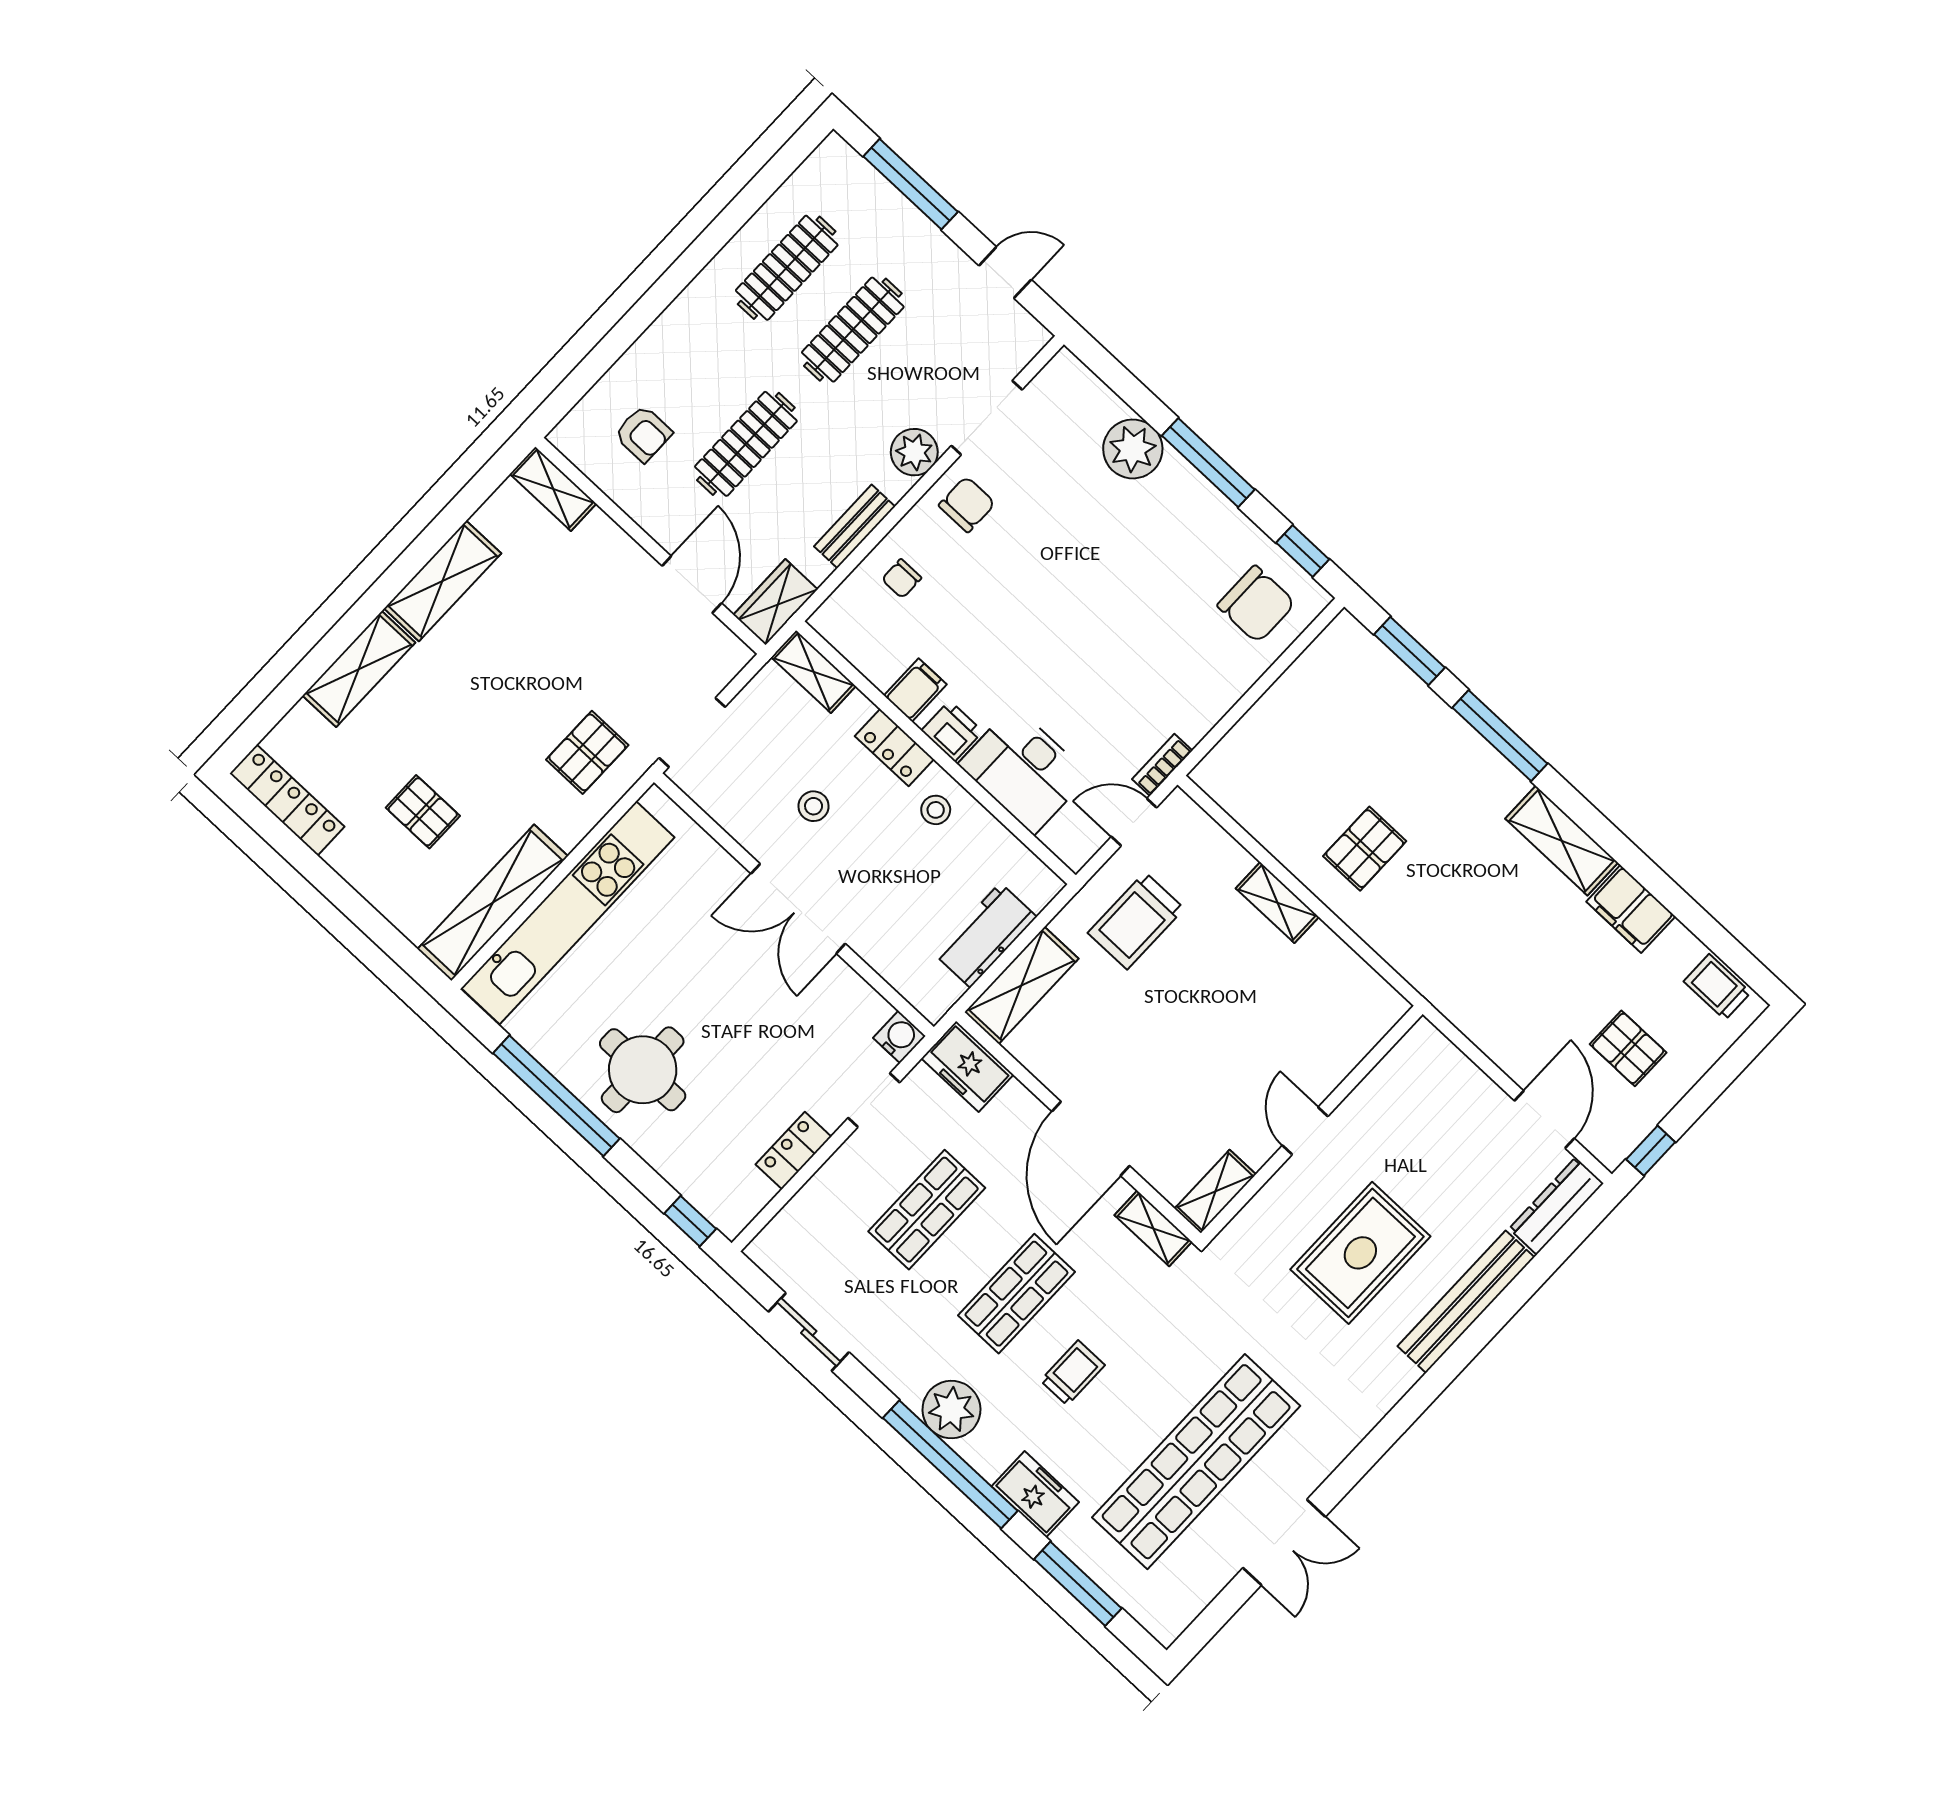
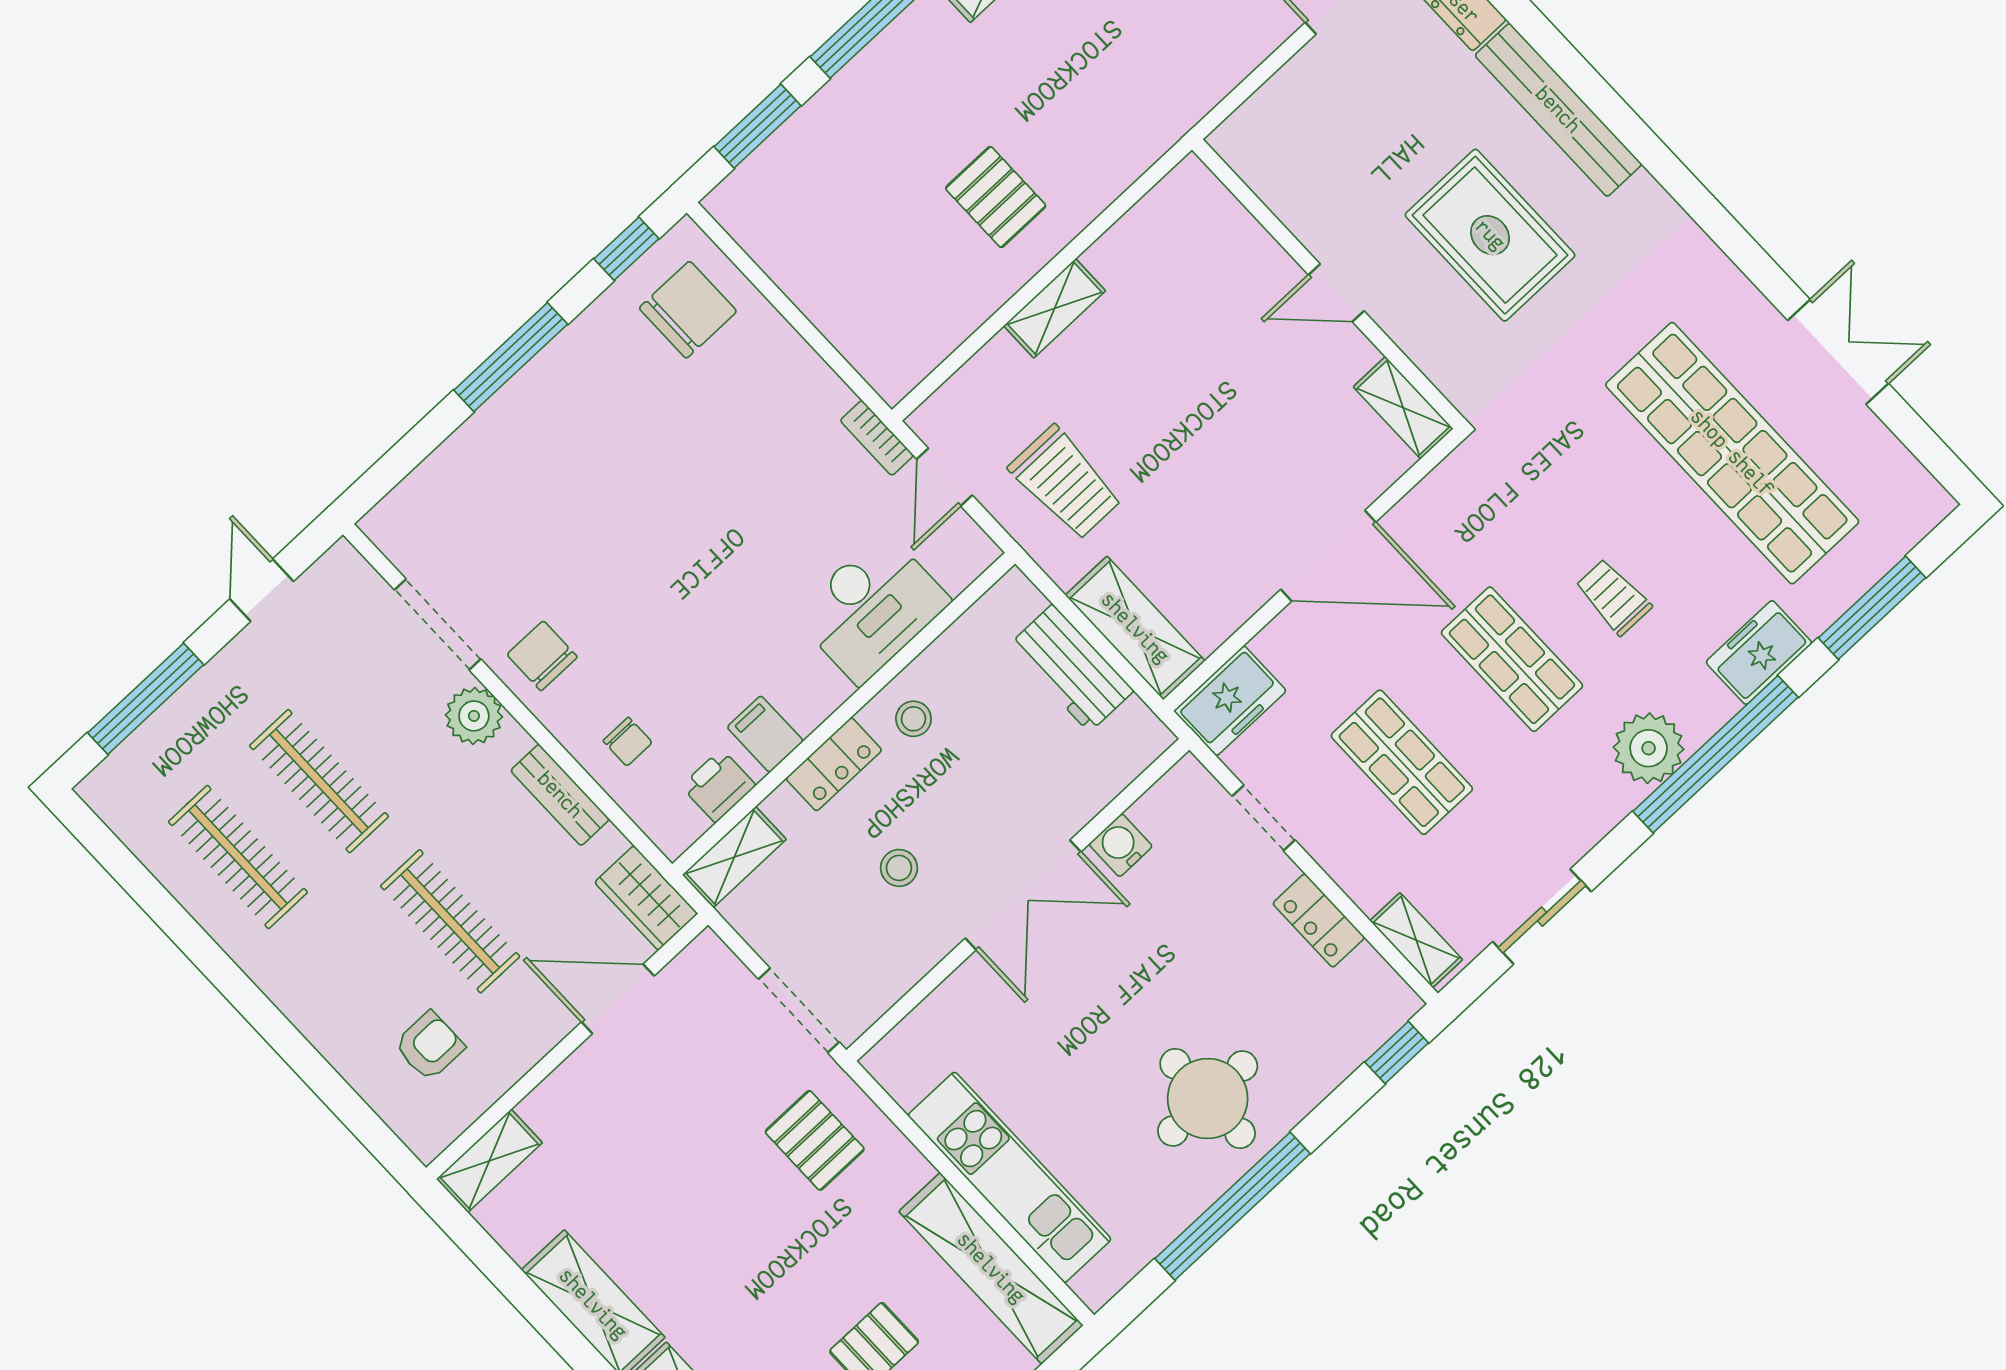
plant: (1133, 449) -> (488, 448), removed
printer: (952, 731) -> (718, 786), moved
kitchen unit: (568, 913) -> (1009, 1177), width x0.73
water cooler: (899, 1037) -> (1121, 845), moved
shelving: (1153, 1228) -> (1416, 940), moved, turned 90

